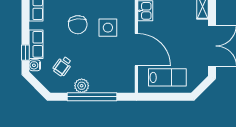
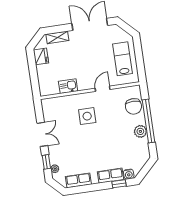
chair: (78, 25) -> (133, 106), moved, turned 96
door: (136, 50) -> (103, 89), width x0.53
wheelchair: (62, 66) -> (126, 150), removed

